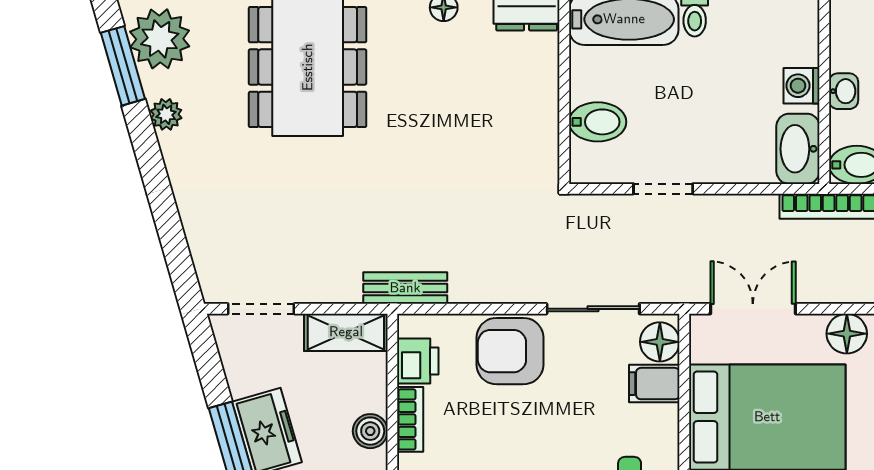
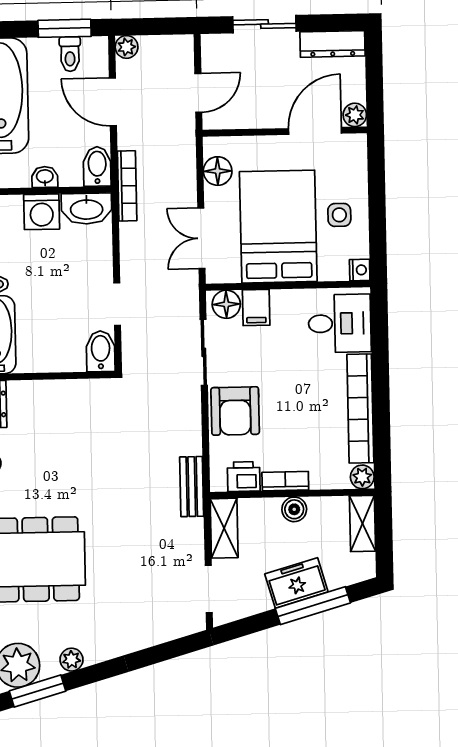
washing machine: (802, 86) -> (42, 212), width x1.38, depth x1.38
bidet: (598, 122) -> (101, 351), moved

